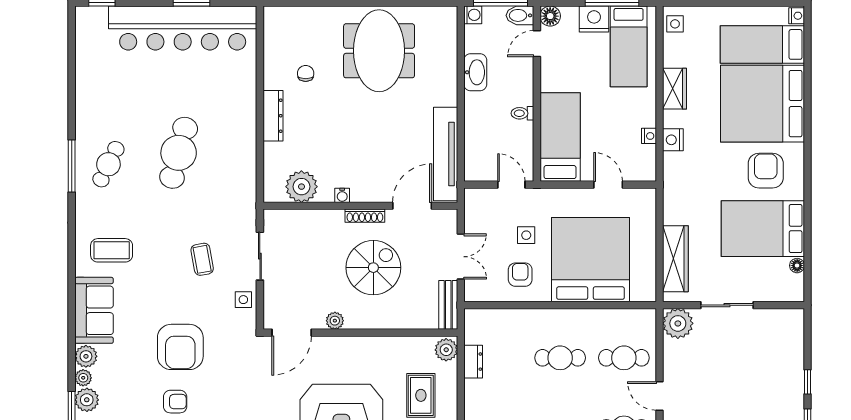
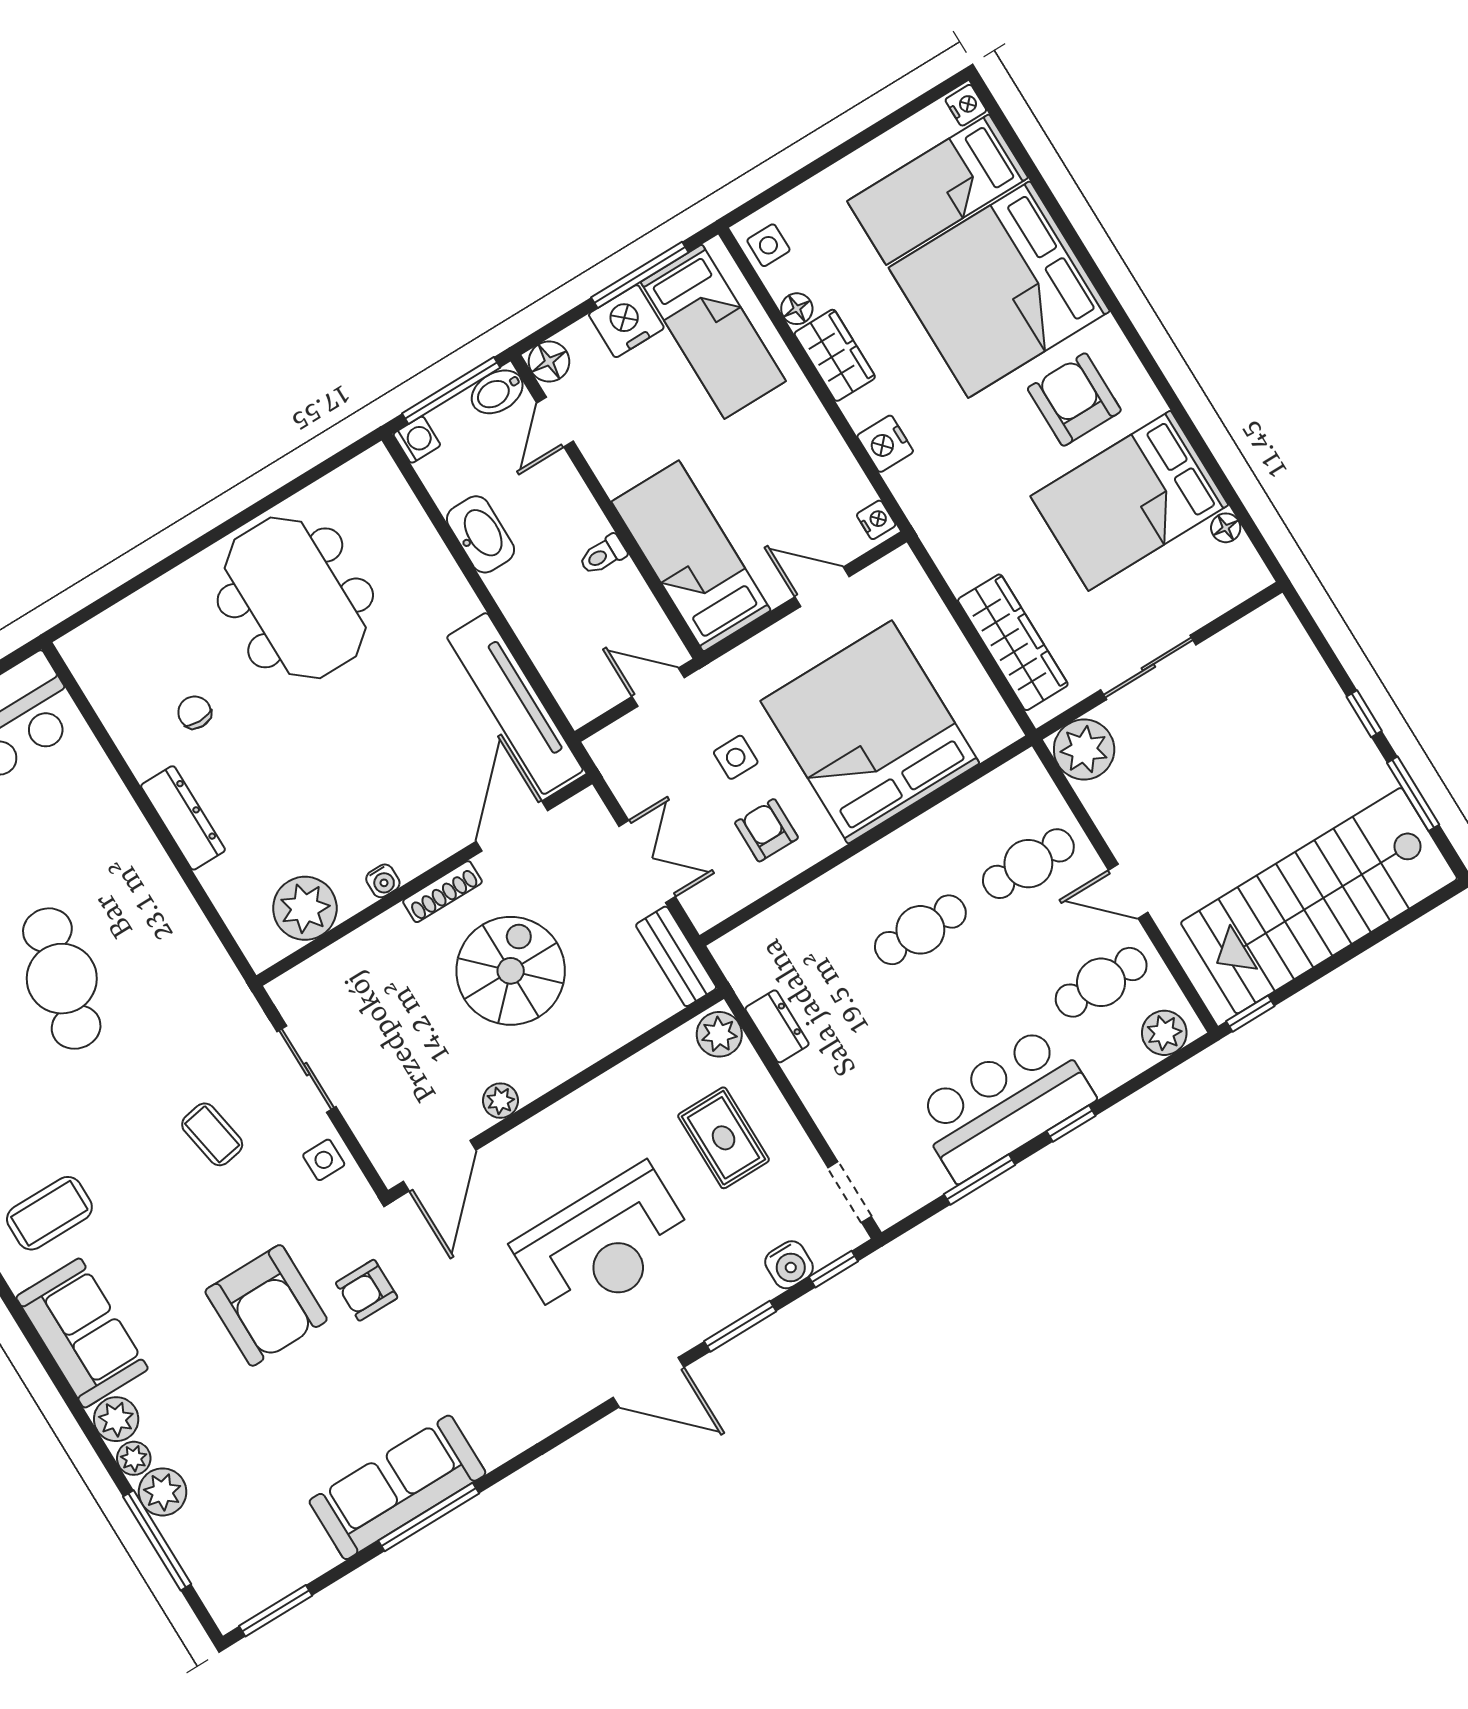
floor lamp: (671, 59) -> (797, 309), added
nightstand: (649, 136) -> (876, 520), moved
armchair: (175, 402) -> (367, 1290), moved, turned 180

